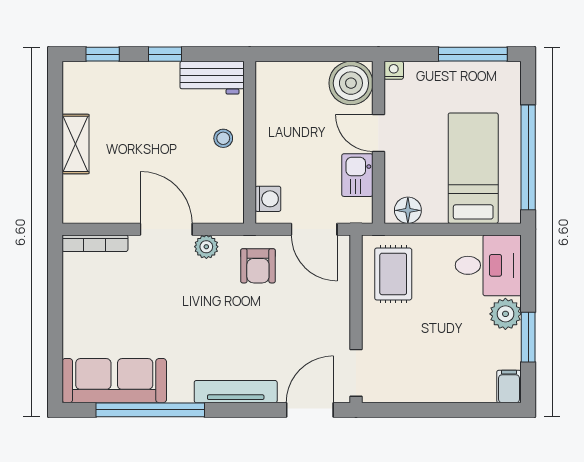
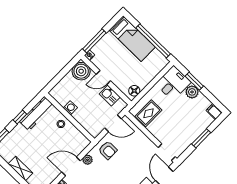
window: (473, 54) -> (94, 41), moved
workbench: (212, 78) -> (37, 113), width x1.38
bed: (473, 168) -> (132, 39), moved, turned 180
washing machine: (268, 199) -> (70, 108), moved
rug: (393, 274) -> (149, 113), turned 90
window: (528, 337) -> (194, 81), moved
window: (440, 410) -> (201, 138), added

